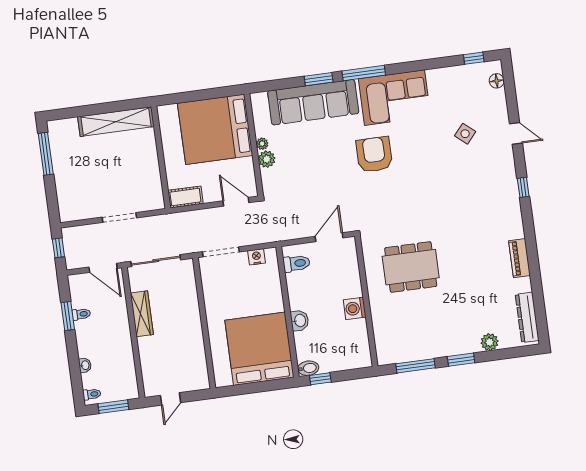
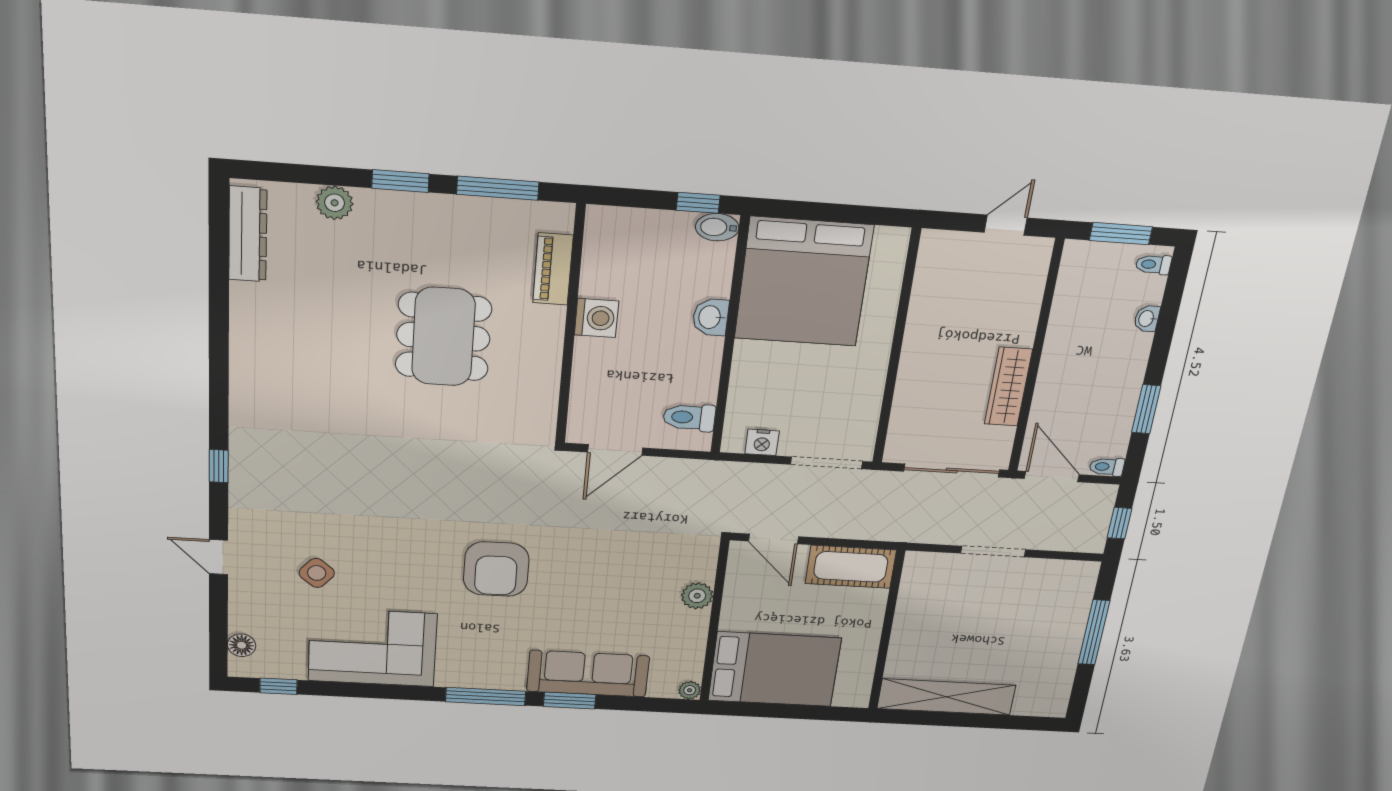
corner sofa: (395, 98) -> (372, 647), moved
sofa: (313, 102) -> (588, 674), width x0.74, depth x0.79
bed: (215, 129) -> (775, 669), width x0.73
plant: (262, 144) -> (690, 690), moved
window: (46, 154) -> (1094, 632), moved
cot: (185, 197) -> (851, 567), width x1.37, depth x1.34
piano: (519, 258) -> (553, 269), moved, turned 180
dining table: (411, 267) -> (443, 337), moved, turned 90
toilet: (81, 314) -> (1107, 467), moved

